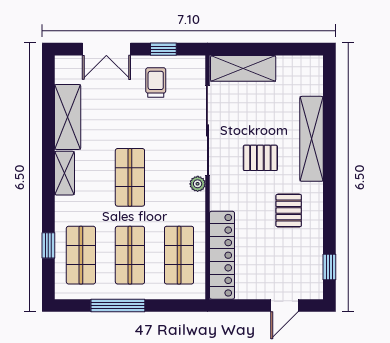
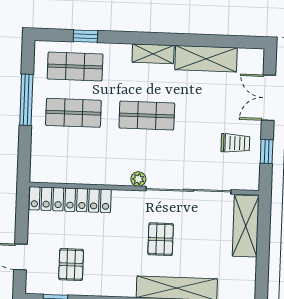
pallet: (289, 211) -> (71, 265), moved, turned 90
shop shelf: (179, 255) -> (72, 159), removed

